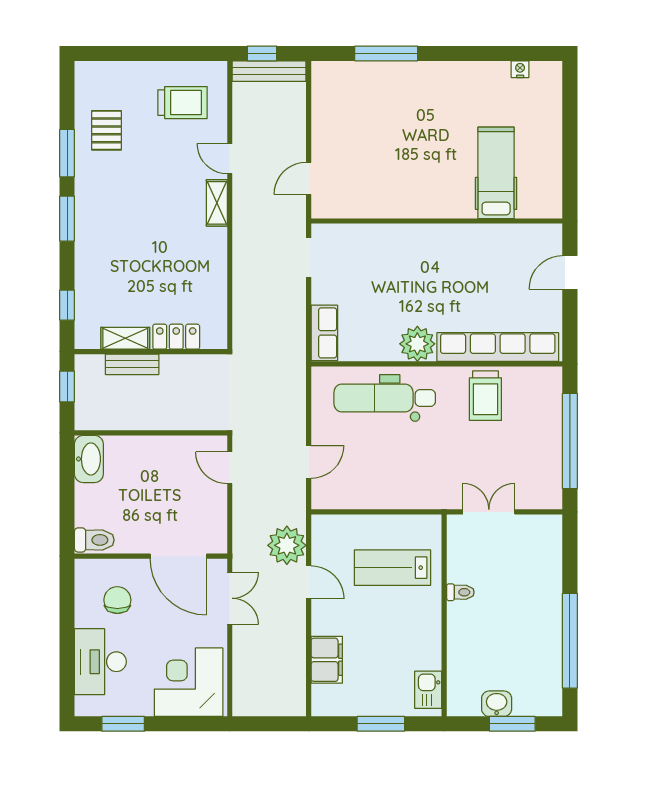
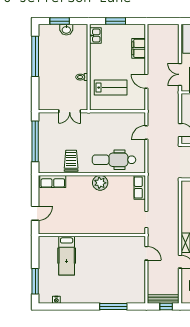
window: (570, 113) -> (35, 281), added
door: (309, 178) -> (146, 253), hinge flipped
row of seats: (498, 347) -> (53, 181), width x0.50
dental chair: (385, 398) -> (114, 160), turned 180
plant: (287, 545) -> (156, 97), removed

